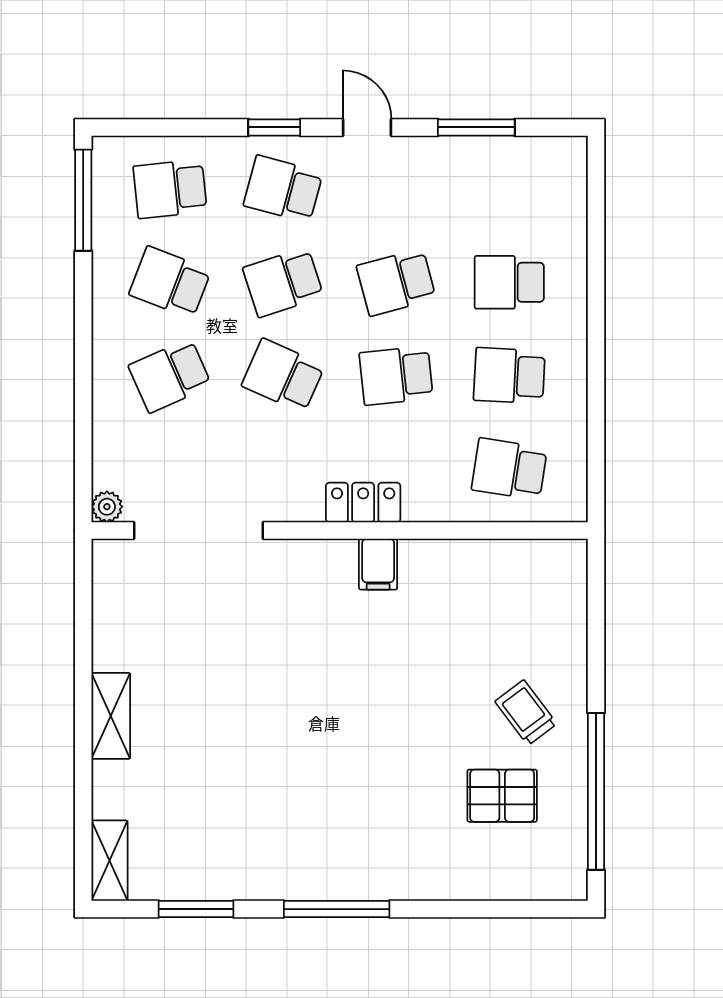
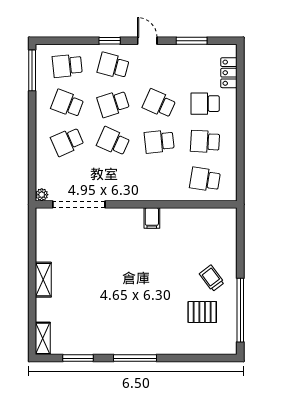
school desk: (396, 282) -> (159, 104), turned 39
locker: (363, 502) -> (229, 73), moved, turned -90

